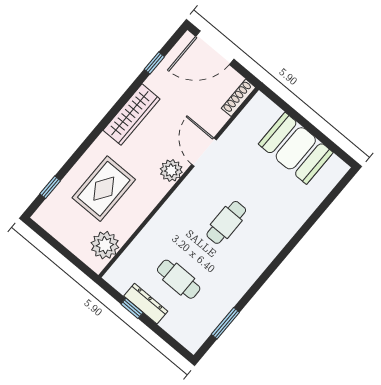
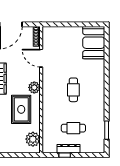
booth: (296, 148) -> (94, 43), moved, turned 90
door: (204, 152) -> (41, 58), moved
rug: (104, 189) -> (21, 109), moved

